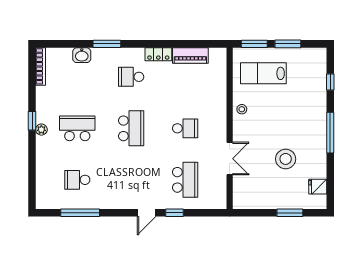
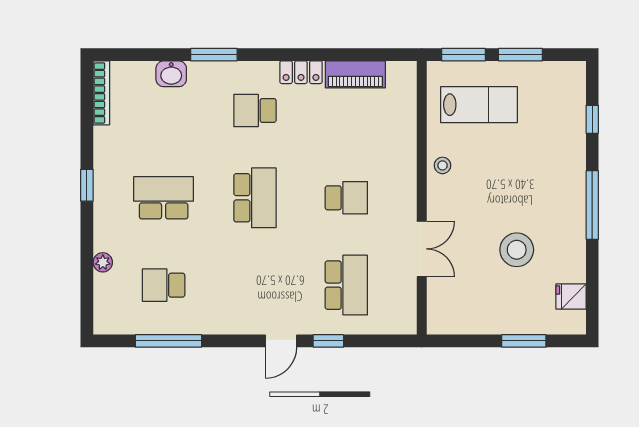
lab bench: (263, 73) -> (479, 105), turned 180
plant: (41, 130) -> (103, 262), moved

